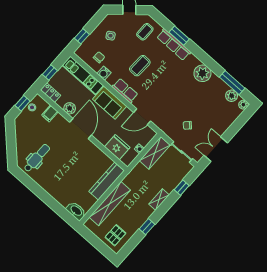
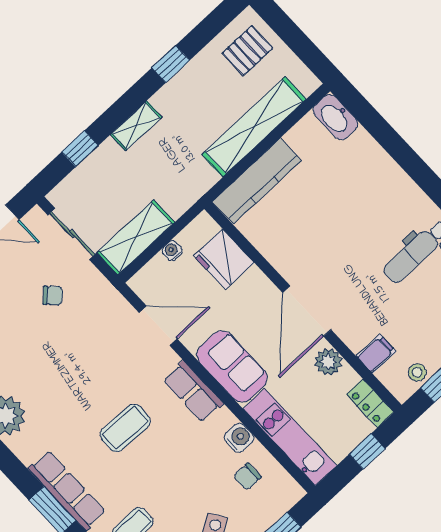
coffee table: (140, 66) -> (125, 428), moved

